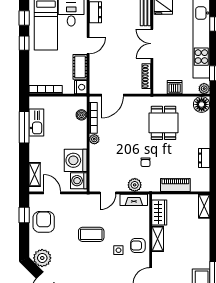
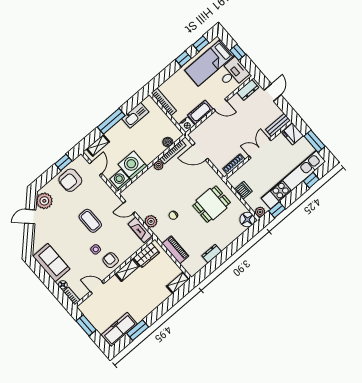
window: (24, 127) -> (111, 121), moved
armchair: (44, 222) -> (70, 180), turned 180

